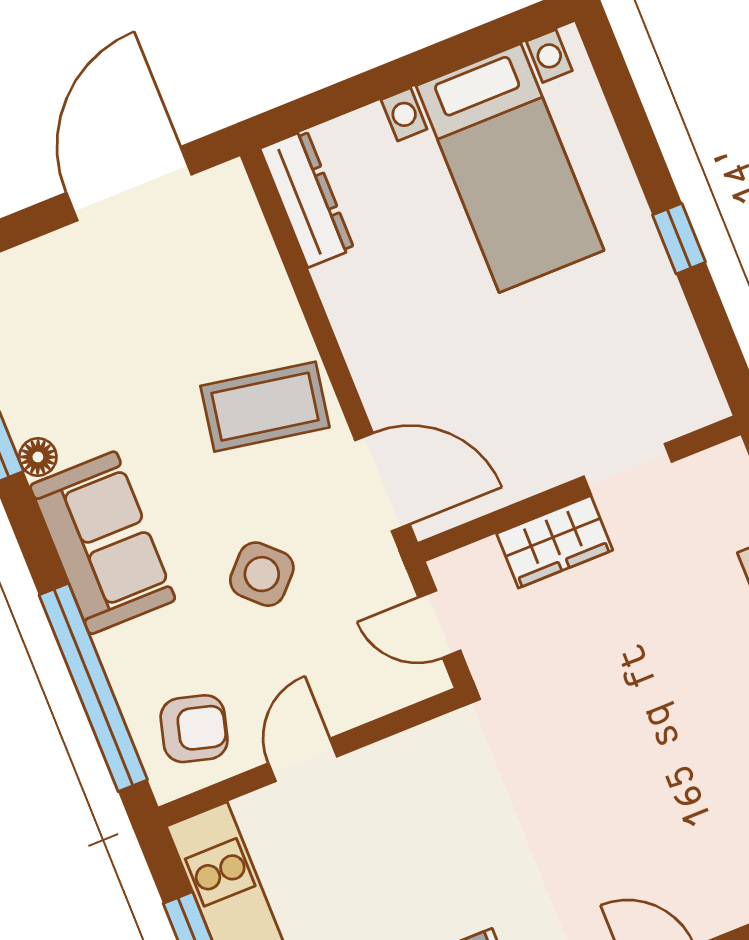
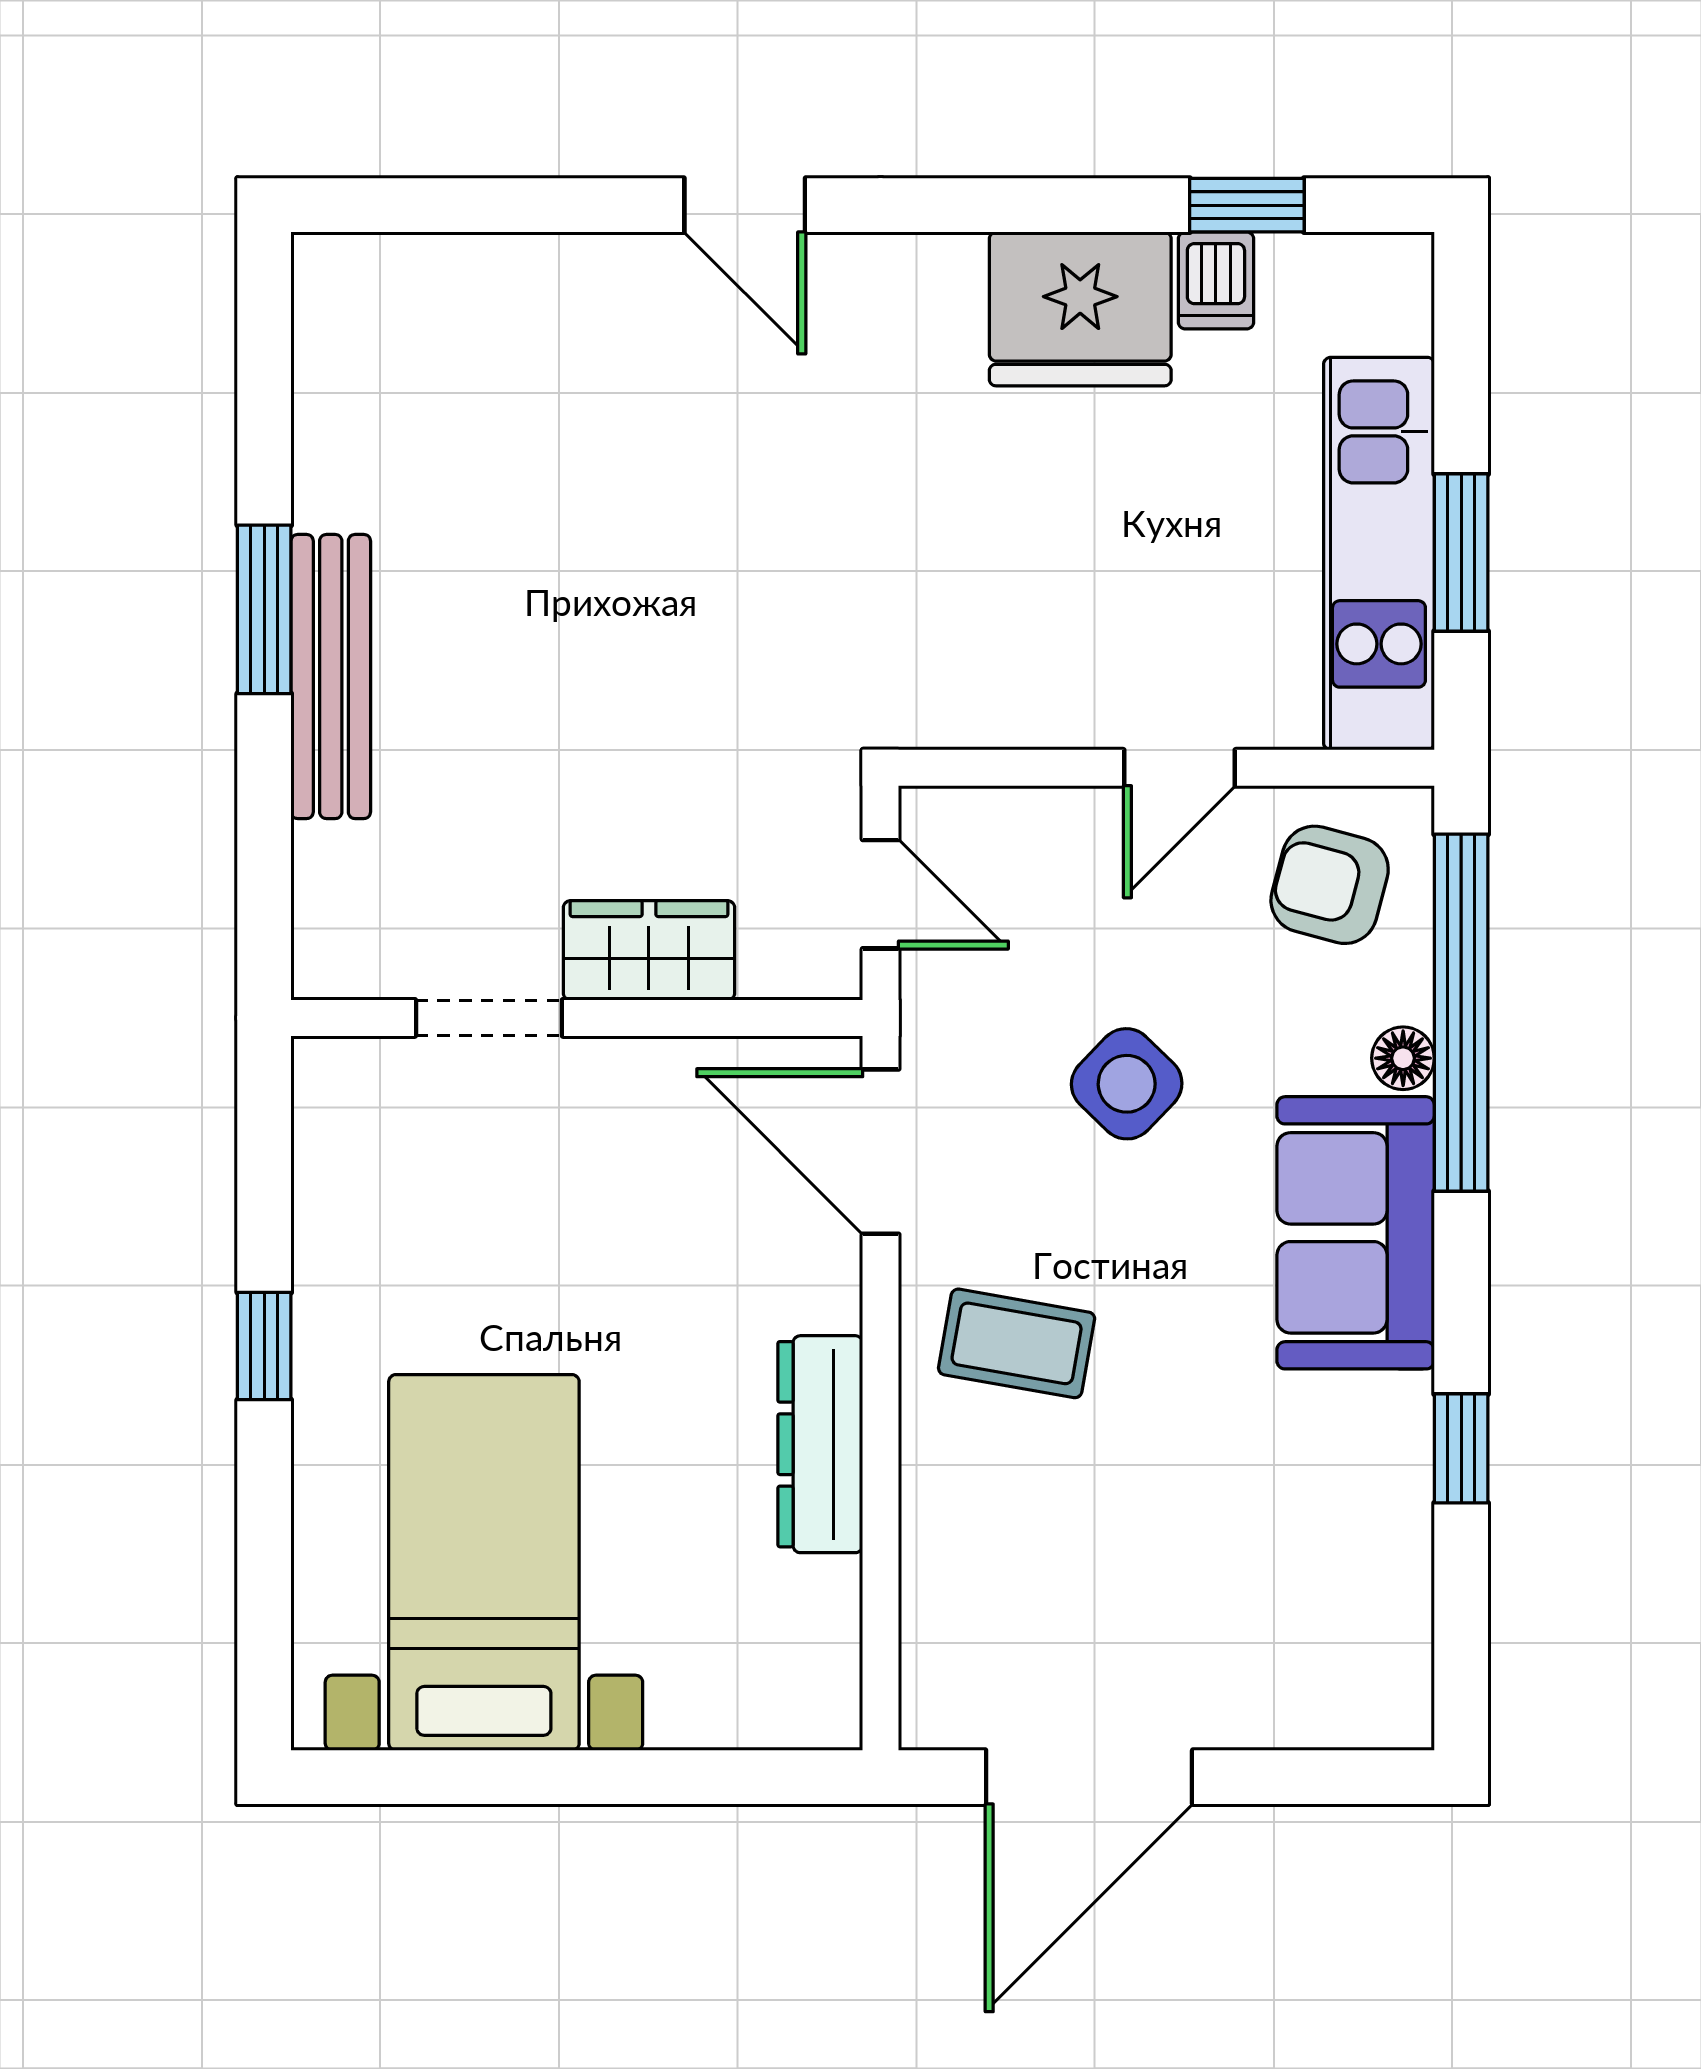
dresser: (307, 199) -> (820, 1444), moved
coffee table: (265, 407) -> (1017, 1343), width x0.73, depth x0.77
floor lamp: (38, 457) -> (1403, 1058), moved

